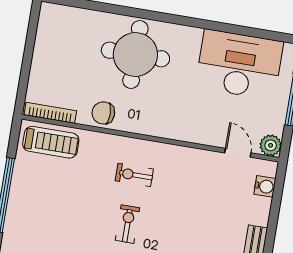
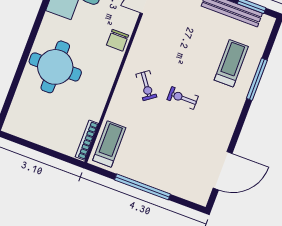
chair: (103, 113) -> (118, 40), moved
exercise bike: (134, 175) -> (146, 86), turned -36

